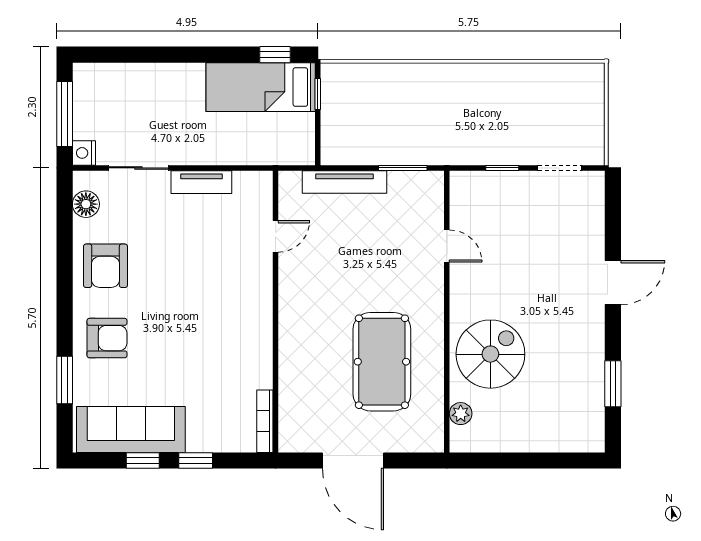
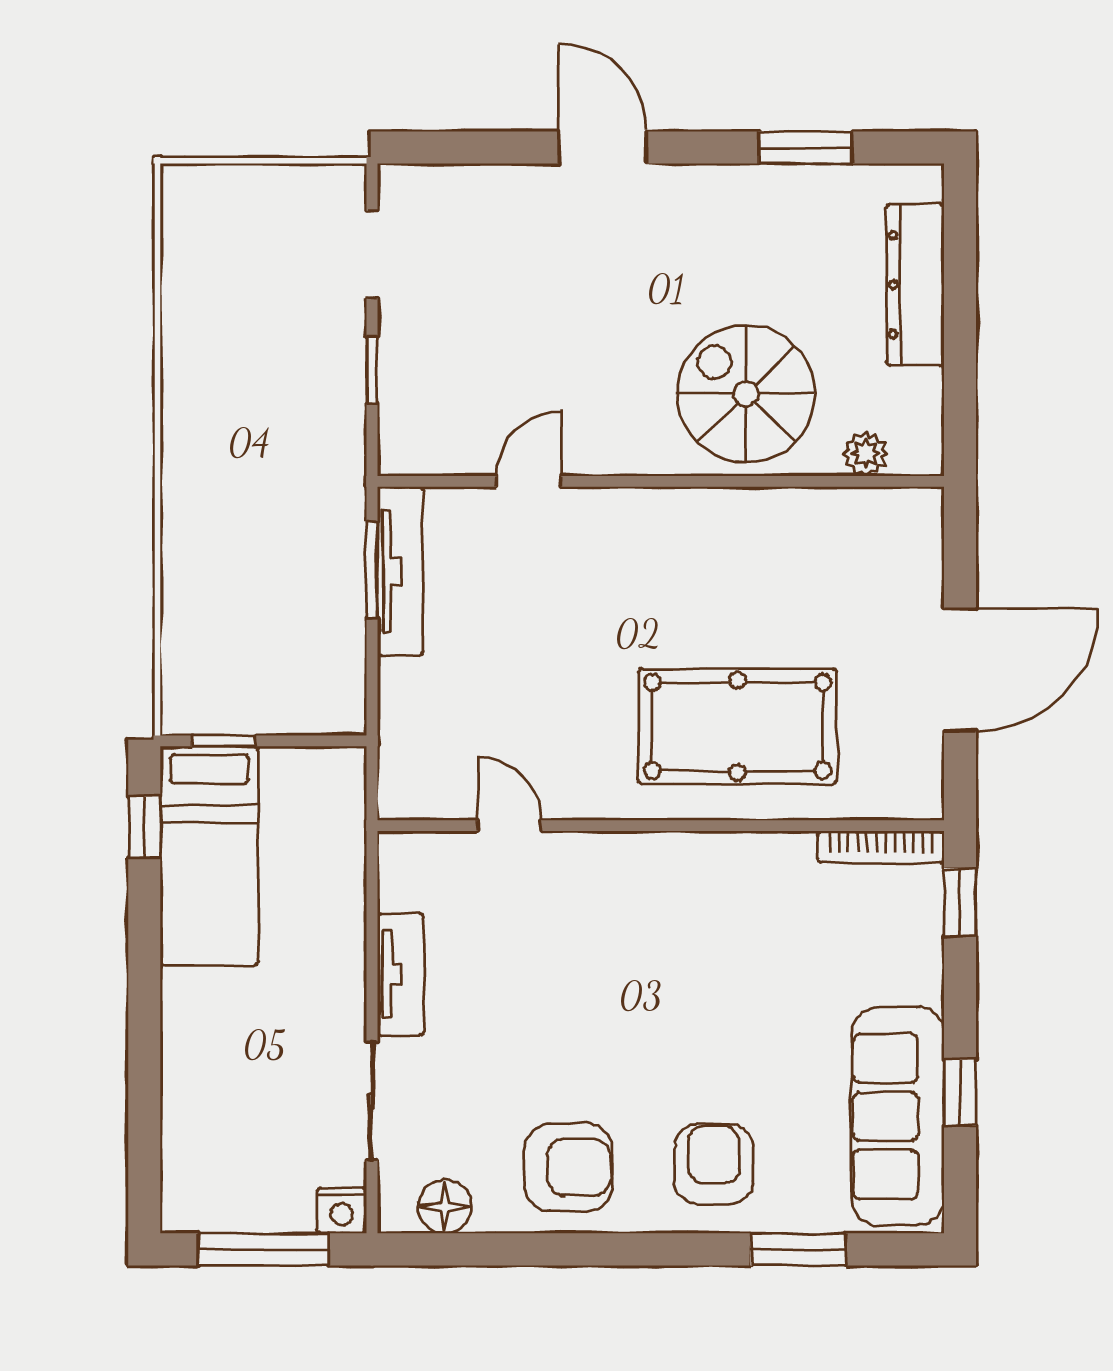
tv unit: (345, 182) -> (400, 571), moved
pool table: (382, 362) -> (738, 726), moved
dresser: (545, 438) -> (915, 285), added
window: (196, 461) -> (960, 902), moved

